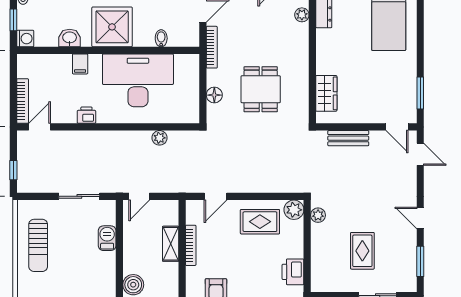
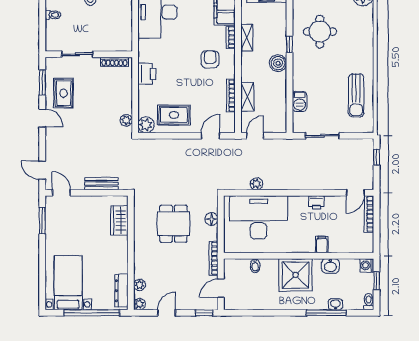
desk: (138, 80) -> (259, 217), moved, turned 180
door: (139, 196) -> (255, 136), moved
sun lounger: (38, 245) -> (356, 95), turned 180
rug: (362, 251) -> (64, 93), moved
shoe rack: (332, 286) -> (114, 62), added

